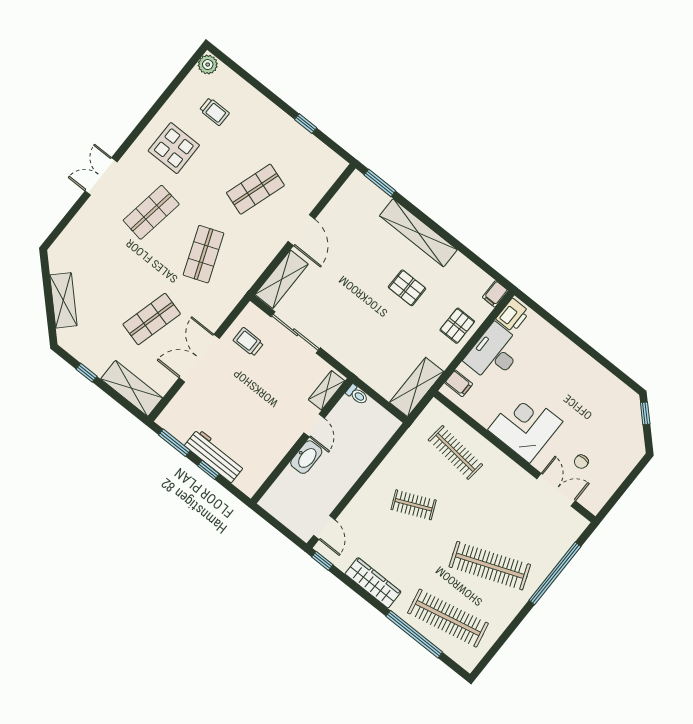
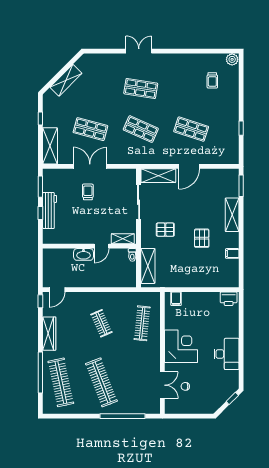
display table: (174, 148) -> (180, 75), removed
shelving: (418, 233) -> (232, 215), width x0.68
shop shelf: (204, 254) -> (141, 129), turned 45
filing cabinet: (495, 294) -> (232, 253), moved
pallet: (457, 326) -> (165, 230), moved
trolley: (248, 342) -> (88, 192), moved
desk: (494, 353) -> (226, 354), moved, turned 90
shelving: (417, 387) -> (148, 266), moved, turned 90

